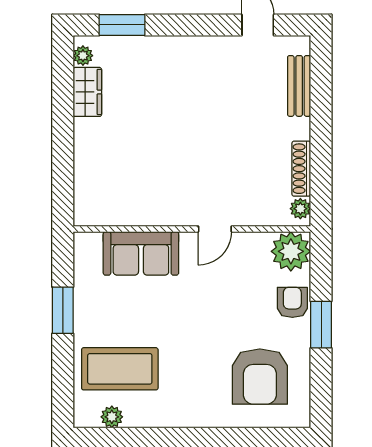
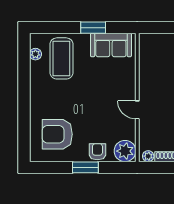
sofa: (141, 253) -> (111, 45), moved, turned -90
armchair: (292, 302) -> (97, 152), turned -90

